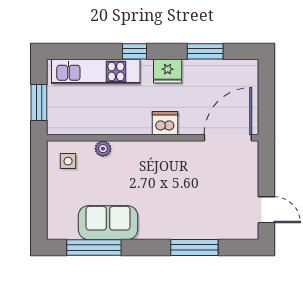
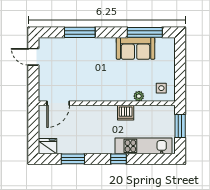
fridge: (168, 71) -> (47, 146), moved
dishwasher: (165, 123) -> (126, 113), moved
door: (228, 138) -> (58, 103), width x0.73

